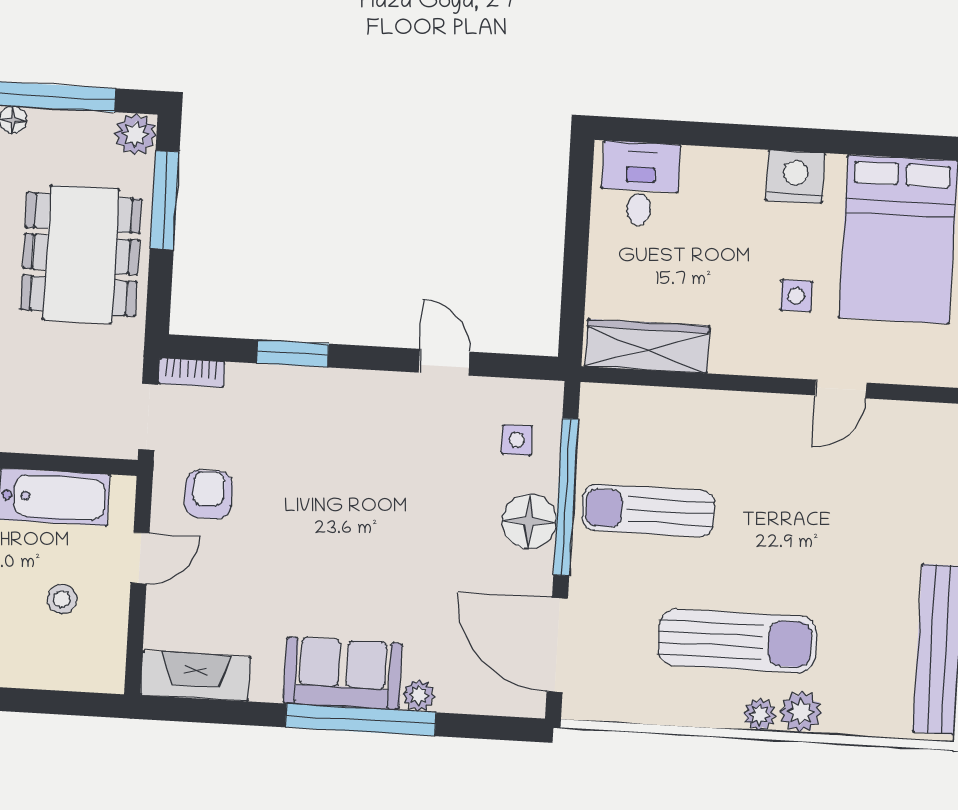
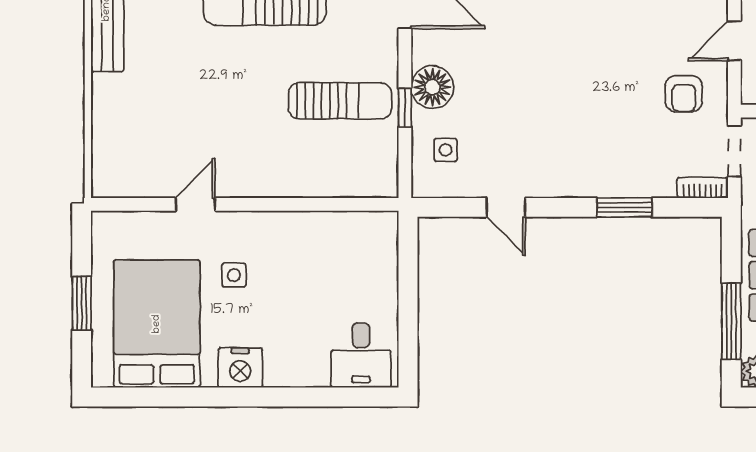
wardrobe: (647, 346) -> (348, 229), removed
window: (566, 497) -> (405, 108), width x0.32

